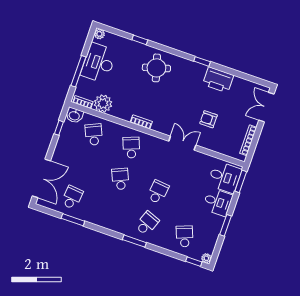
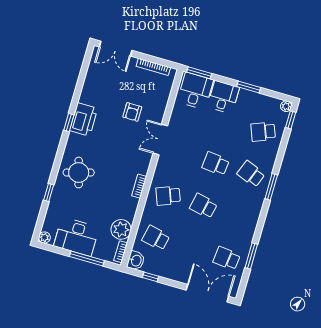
printer: (218, 80) -> (84, 119), moved
school desk: (94, 135) -> (156, 238), turned 36
school desk: (120, 179) -> (203, 206), turned 36

